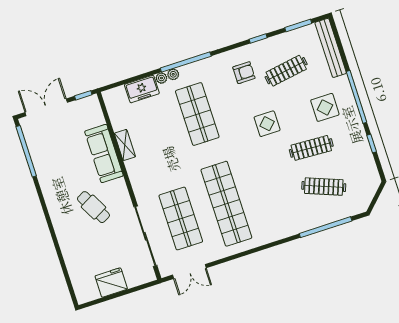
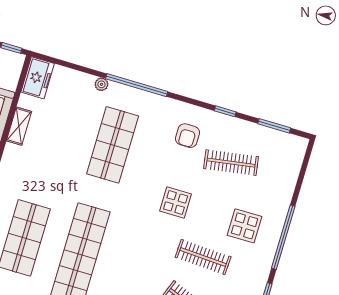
bench: (331, 48) -> (291, 170), removed
armchair: (244, 73) -> (188, 136), turned 90
plant: (173, 74) -> (116, 89), removed
freezer: (142, 89) -> (38, 78), moved, turned -90

